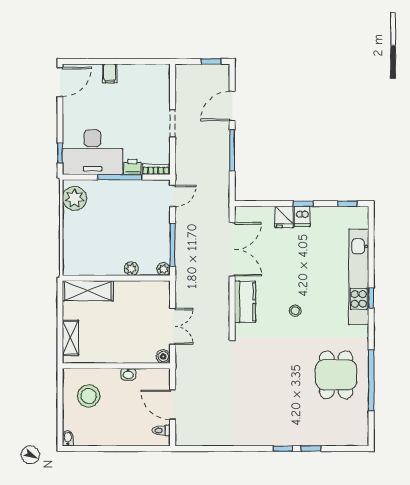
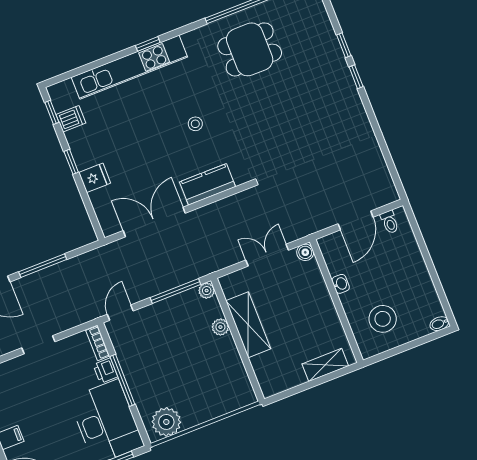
door: (173, 196) -> (120, 313), hinge flipped
dishwasher: (302, 216) -> (71, 119), moved
shelving: (88, 291) -> (248, 325), moved

